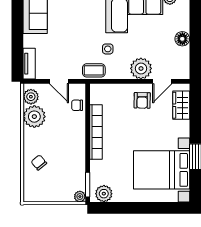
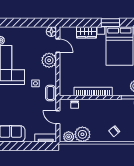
floor lamp: (182, 39) -> (51, 32), moved
door: (59, 81) -> (58, 117), swing flipped
armchair: (142, 100) -> (71, 59), removed
wardrobe: (181, 105) -> (86, 32), moved

